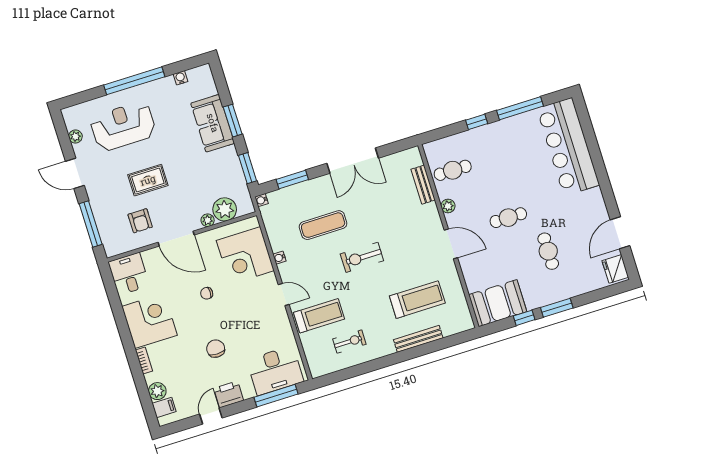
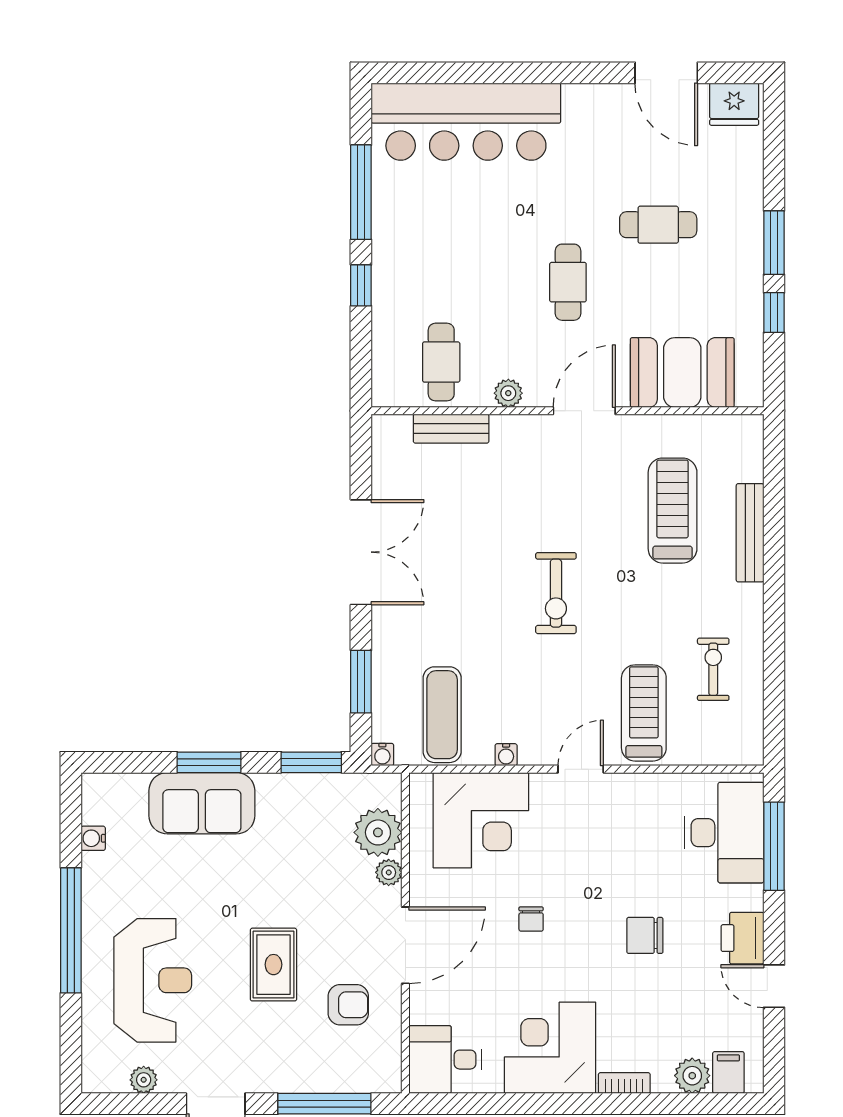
reception desk: (123, 126) -> (153, 980), turned 180
exercise mat: (323, 225) -> (442, 715), moved
booth: (498, 303) -> (682, 372), moved, turned 90

